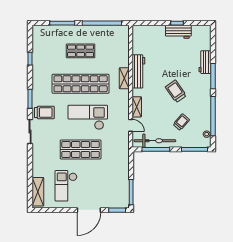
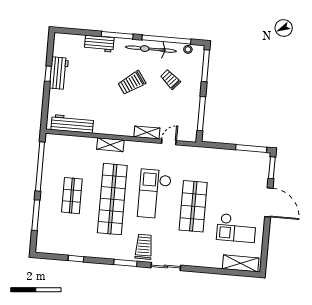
workbench: (138, 71) -> (72, 124), moved
bicycle: (155, 141) -> (151, 49), moved, turned -90

